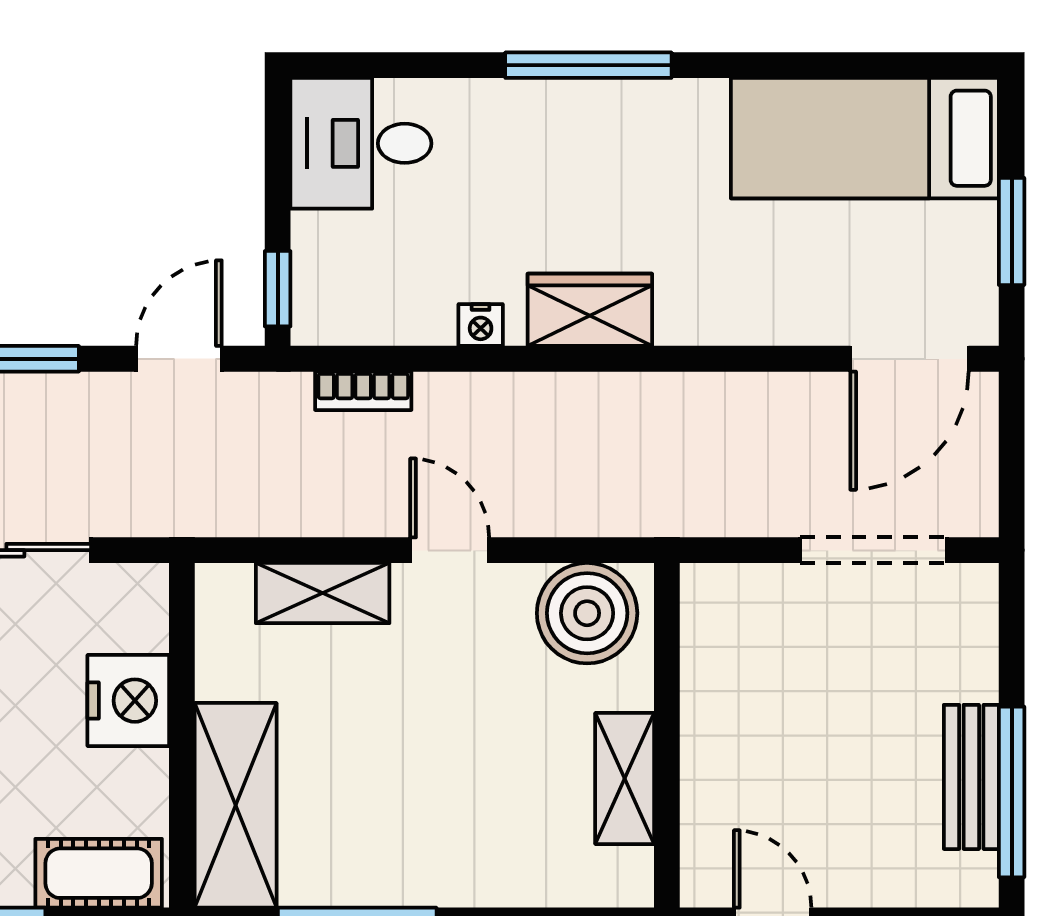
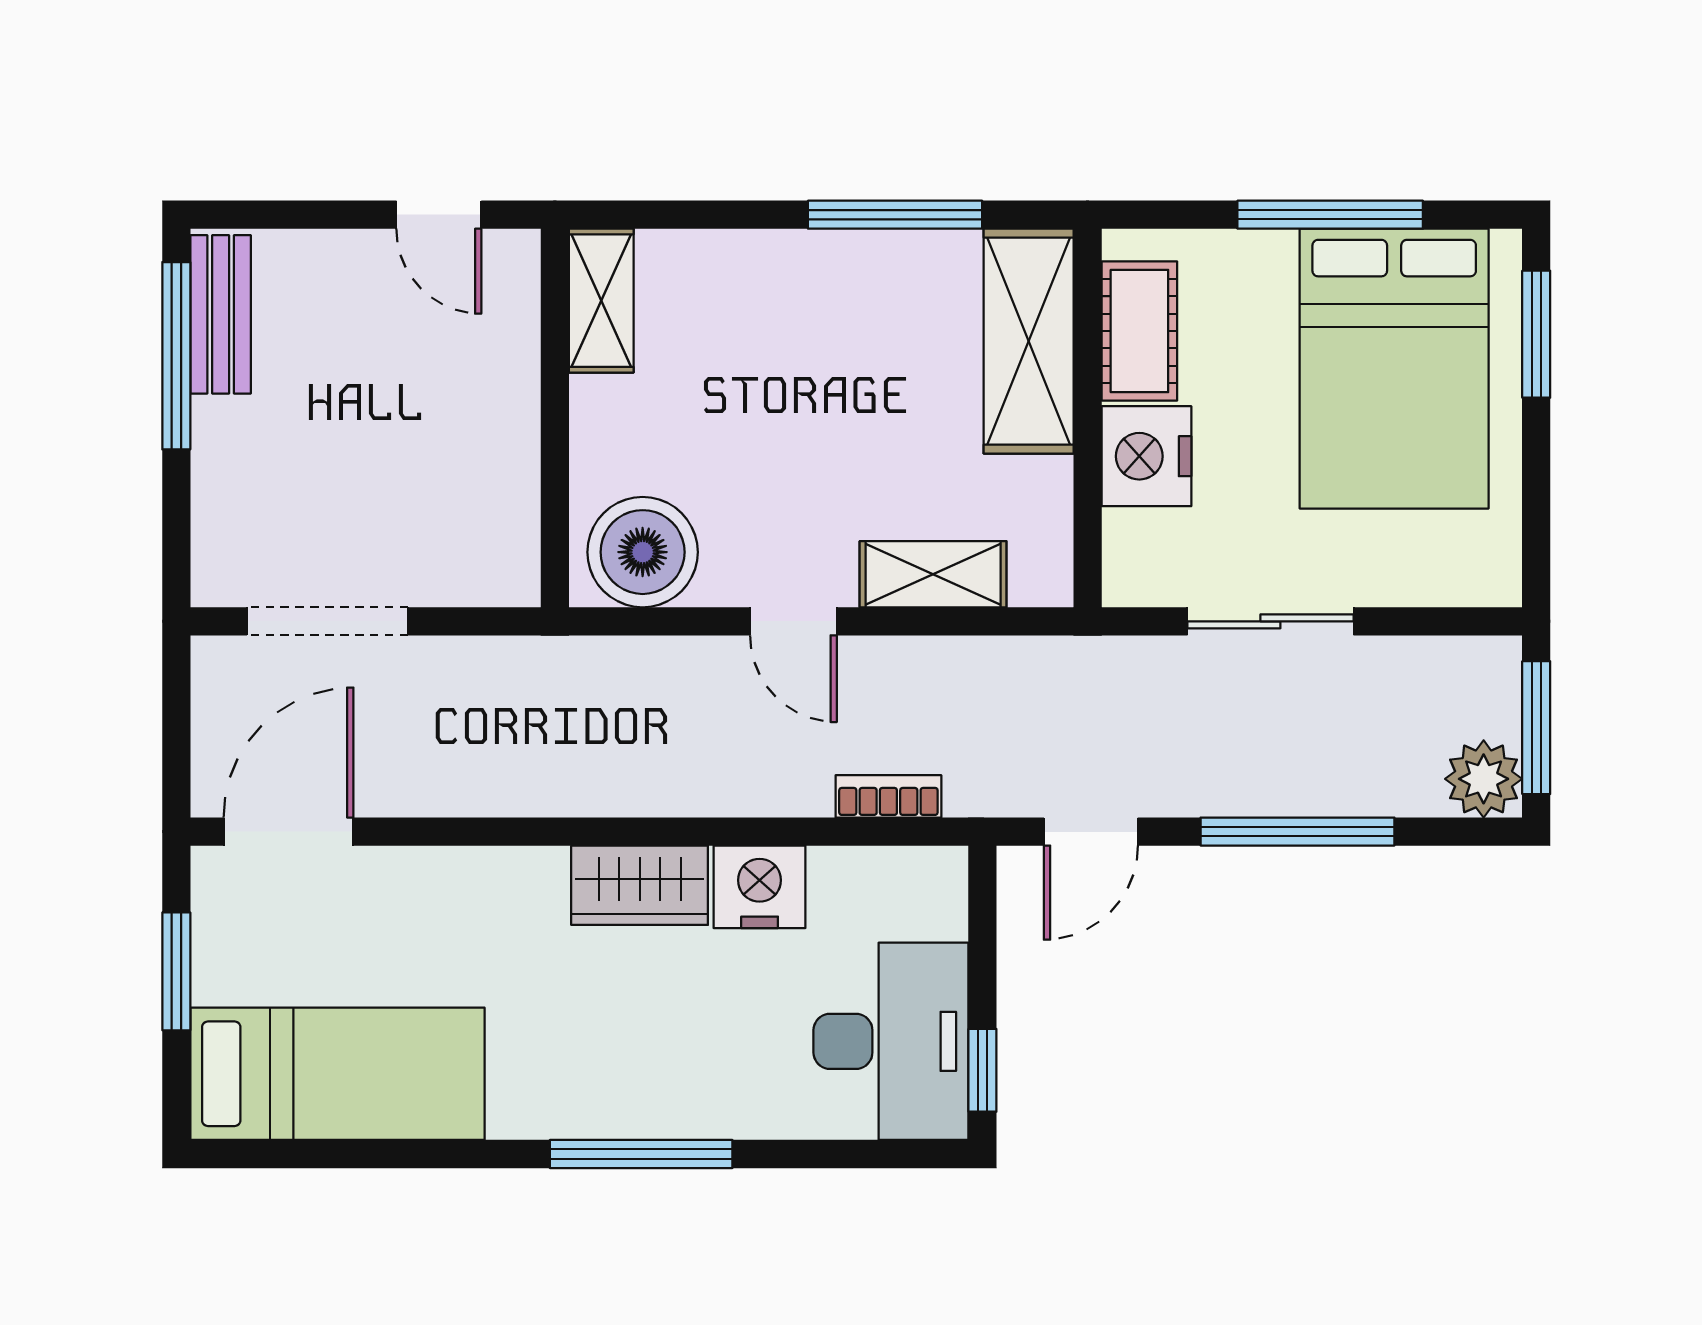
desk: (361, 143) -> (891, 1041), width x1.37
window: (278, 289) -> (982, 1070), moved
nightstand: (481, 325) -> (760, 887), width x1.89, depth x1.79
bench: (971, 777) -> (221, 314), moved
shelving: (625, 779) -> (601, 301), moved
cot: (99, 873) -> (1139, 331), moved, turned 90

